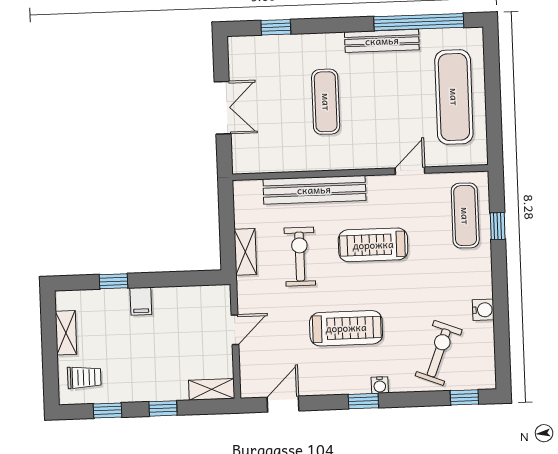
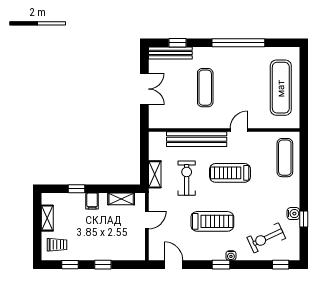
window: (419, 22) -> (238, 43), moved
bench: (382, 41) -> (170, 53), moved
door: (410, 171) -> (239, 130), moved
window: (498, 226) -> (304, 219), moved
exercise bike: (439, 353) -> (266, 238), turned -136
shelving: (212, 389) -> (121, 199), moved
door: (283, 404) -> (174, 265), hinge flipped

